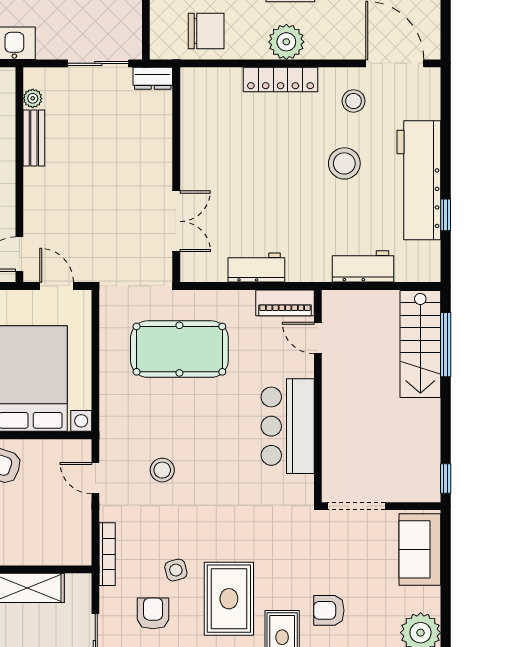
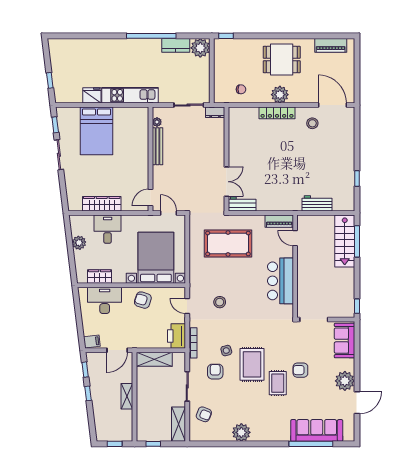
chair: (206, 31) -> (241, 89), width x0.54, depth x0.54
bench: (34, 138) -> (158, 146), width x1.36
stool: (344, 163) -> (308, 154), removed
workbench: (419, 180) -> (344, 162), removed
workbench: (256, 268) -> (242, 204), moved
printer: (73, 540) -> (177, 336), added

